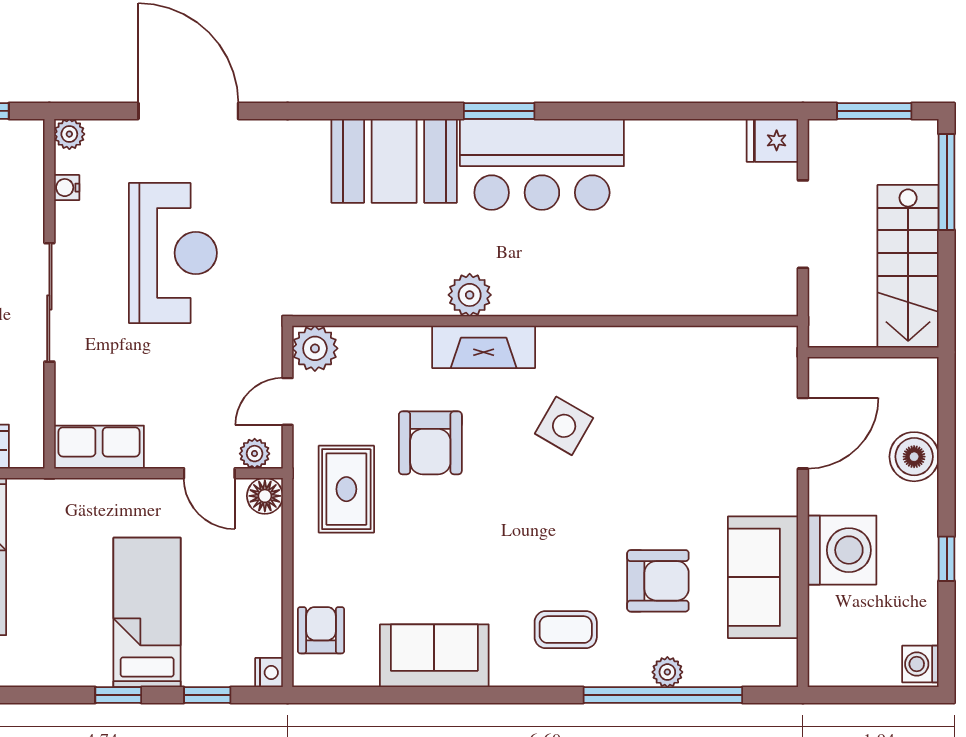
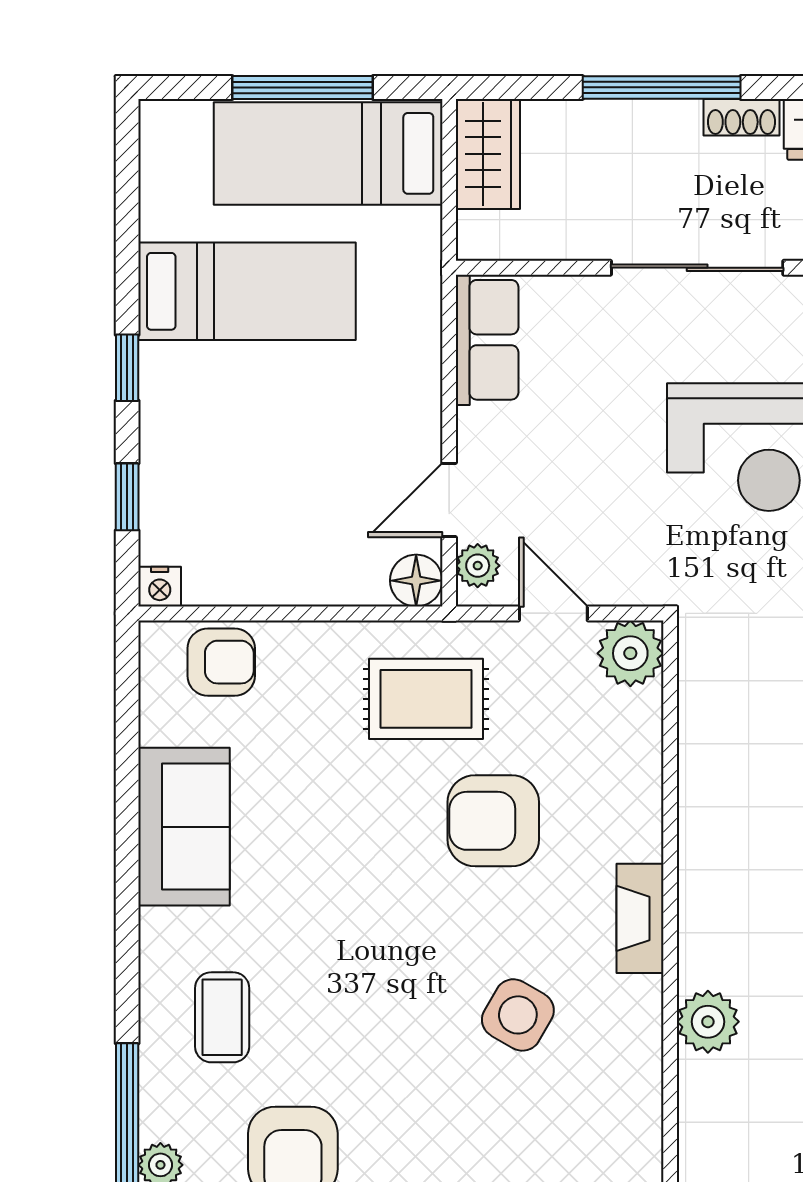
plant: (470, 295) -> (708, 1022), moved
fireplace: (484, 347) -> (640, 918), width x0.73, depth x0.76
bed: (147, 612) -> (247, 291), moved

